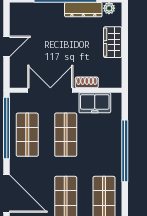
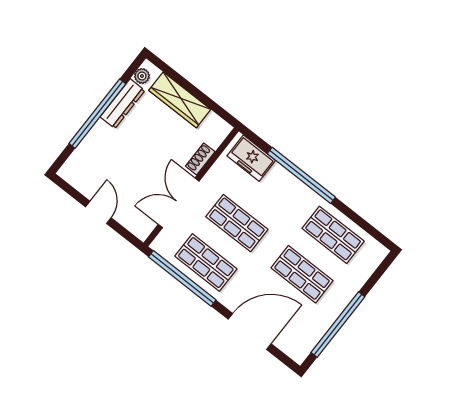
wardrobe: (113, 42) -> (180, 100), width x1.50
freezer: (95, 103) -> (251, 158), moved, turned 90

